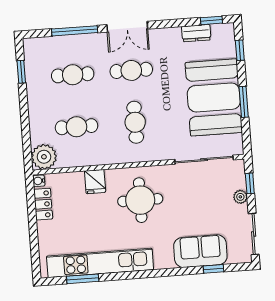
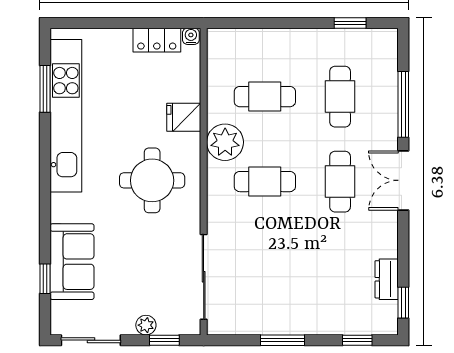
booth: (214, 97) -> (292, 298), removed
cafe table: (77, 127) -> (265, 97), turned 90
plant: (44, 157) -> (225, 142), moved

